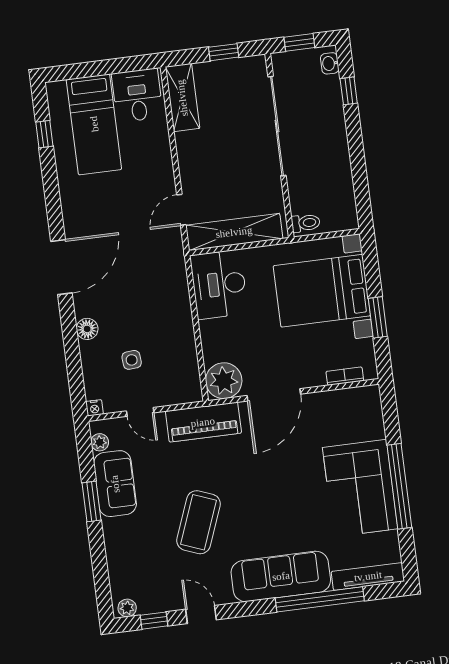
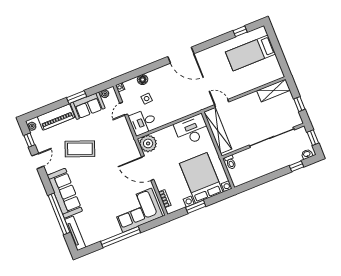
desk: (137, 95) -> (143, 122), moved, turned 180
floor lamp: (87, 329) -> (143, 80), moved
piano: (203, 422) -> (56, 117), moved, turned -90
corner sofa: (360, 488) -> (137, 210), moved

